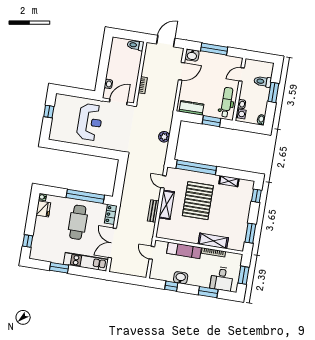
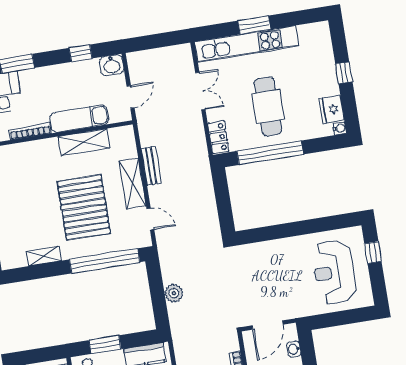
window: (49, 111) -> (373, 253), moved
reception desk: (90, 122) -> (334, 272), moved
window: (28, 241) -> (344, 73), moved
shelving: (213, 241) -> (84, 142), moved
double door: (112, 243) -> (200, 91), width x0.73
door: (152, 253) -> (131, 97), hinge flipped
kitchen unit: (86, 262) -> (247, 44), width x1.36
window: (59, 268) -> (254, 25), moved
washbasin: (181, 278) -> (112, 65), moved

